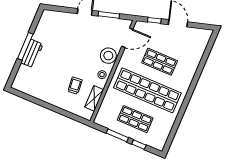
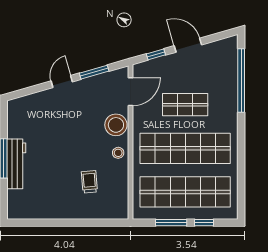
workbench: (32, 53) -> (16, 164), width x1.38
window: (203, 61) -> (241, 81), added
shelving: (94, 98) -> (121, 188), removed
shop shelf: (135, 119) -> (185, 192), width x2.00, depth x1.36

